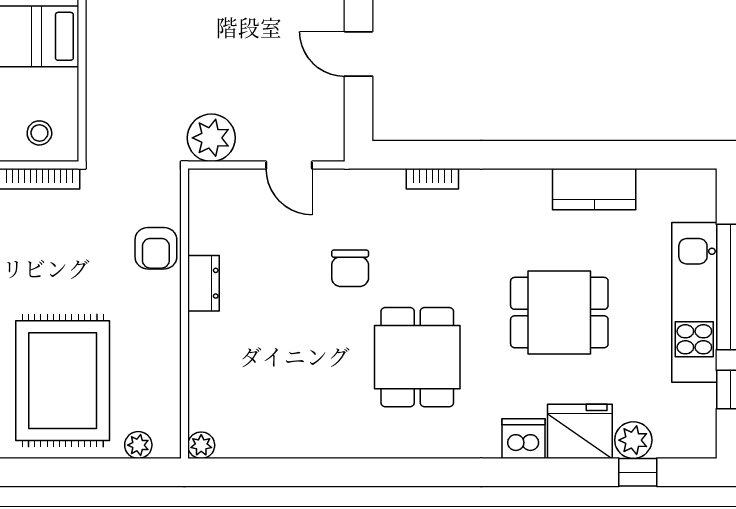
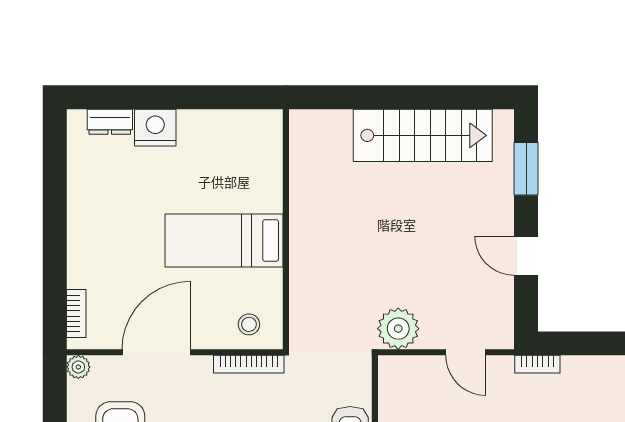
bookcase: (432, 179) -> (537, 364), moved

